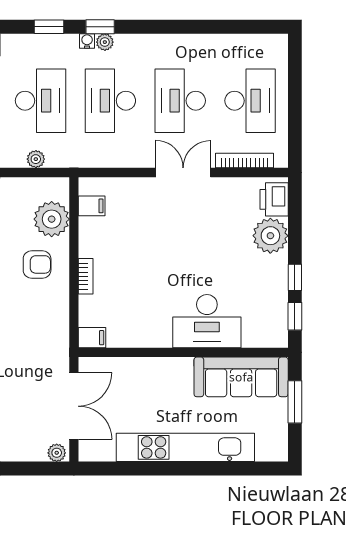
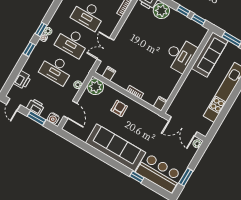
desk: (41, 101) -> (56, 70), turned 180
double door: (183, 172) -> (105, 50), moved
plant: (52, 219) -> (95, 87), moved
double door: (74, 406) -> (183, 126), swing flipped

